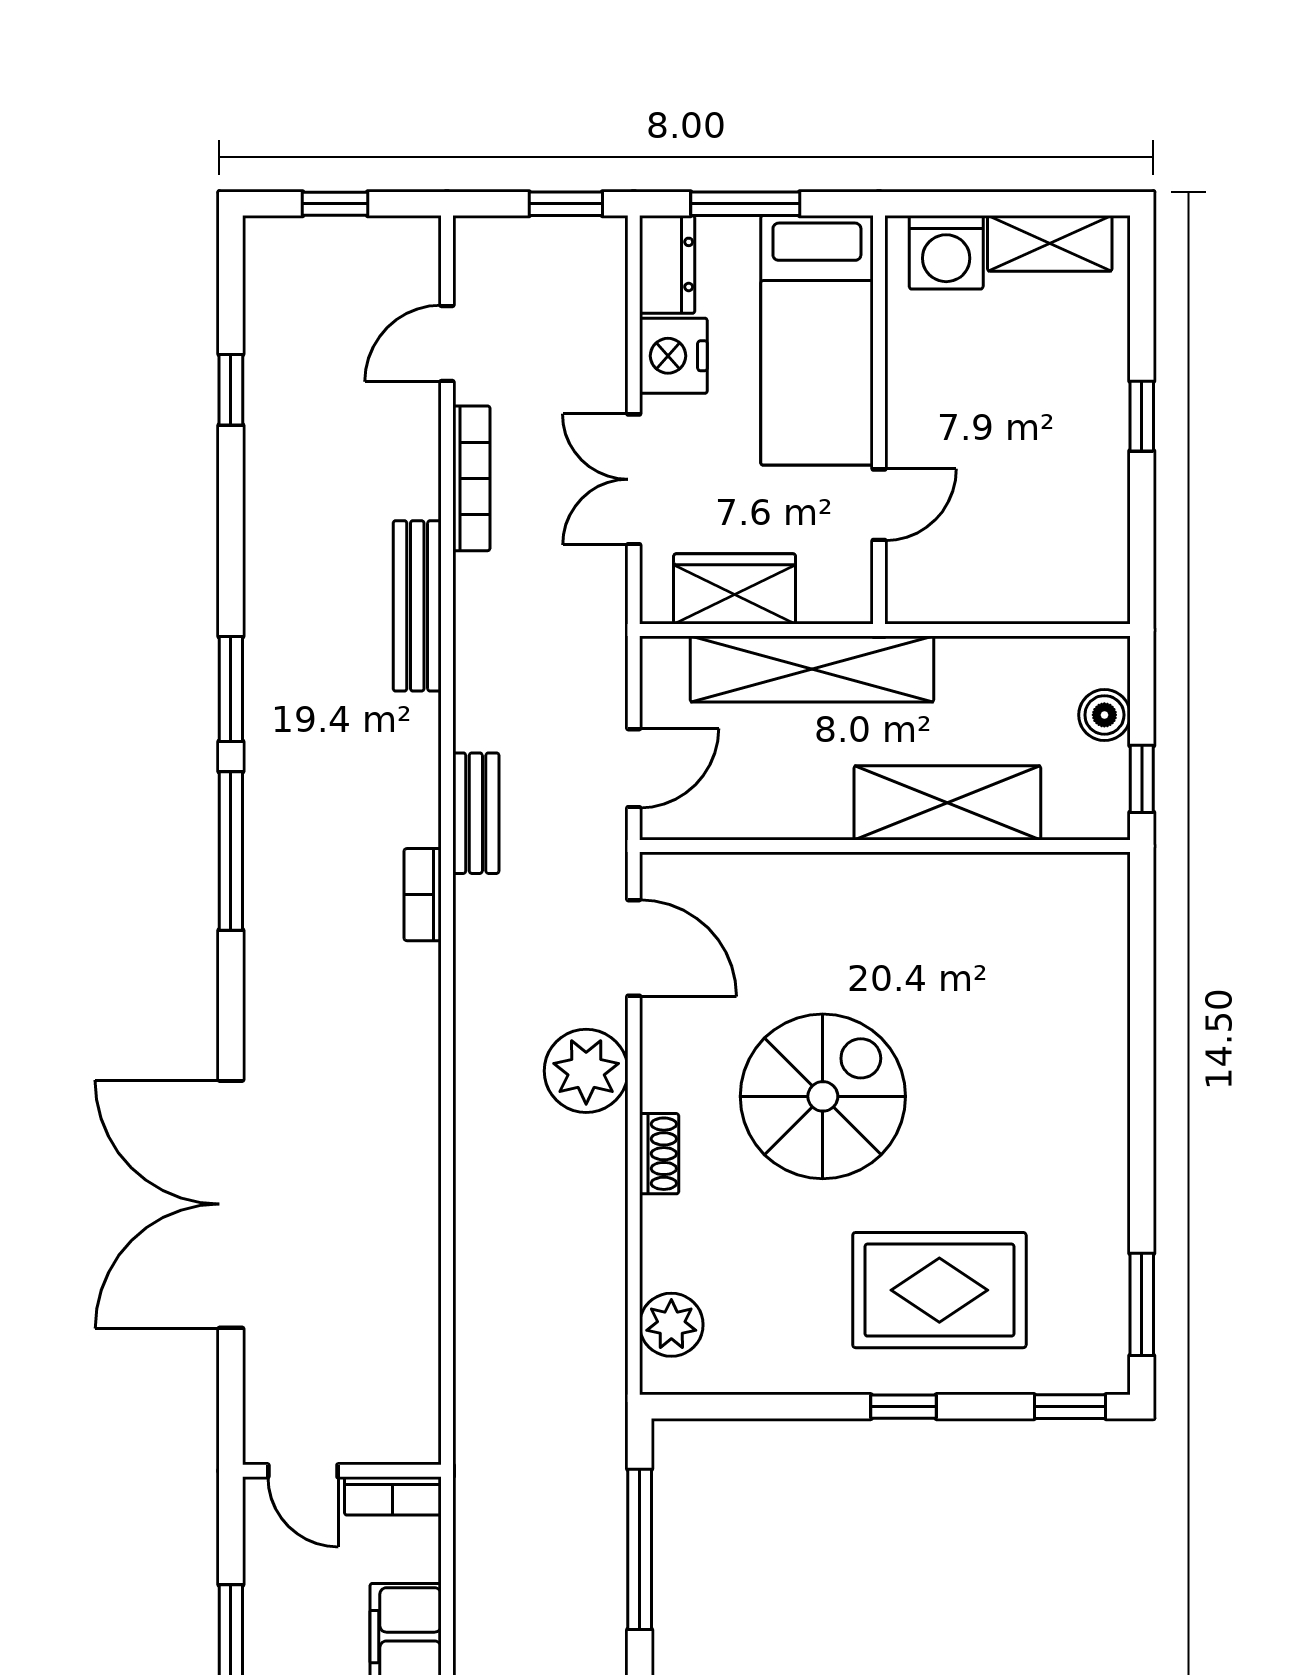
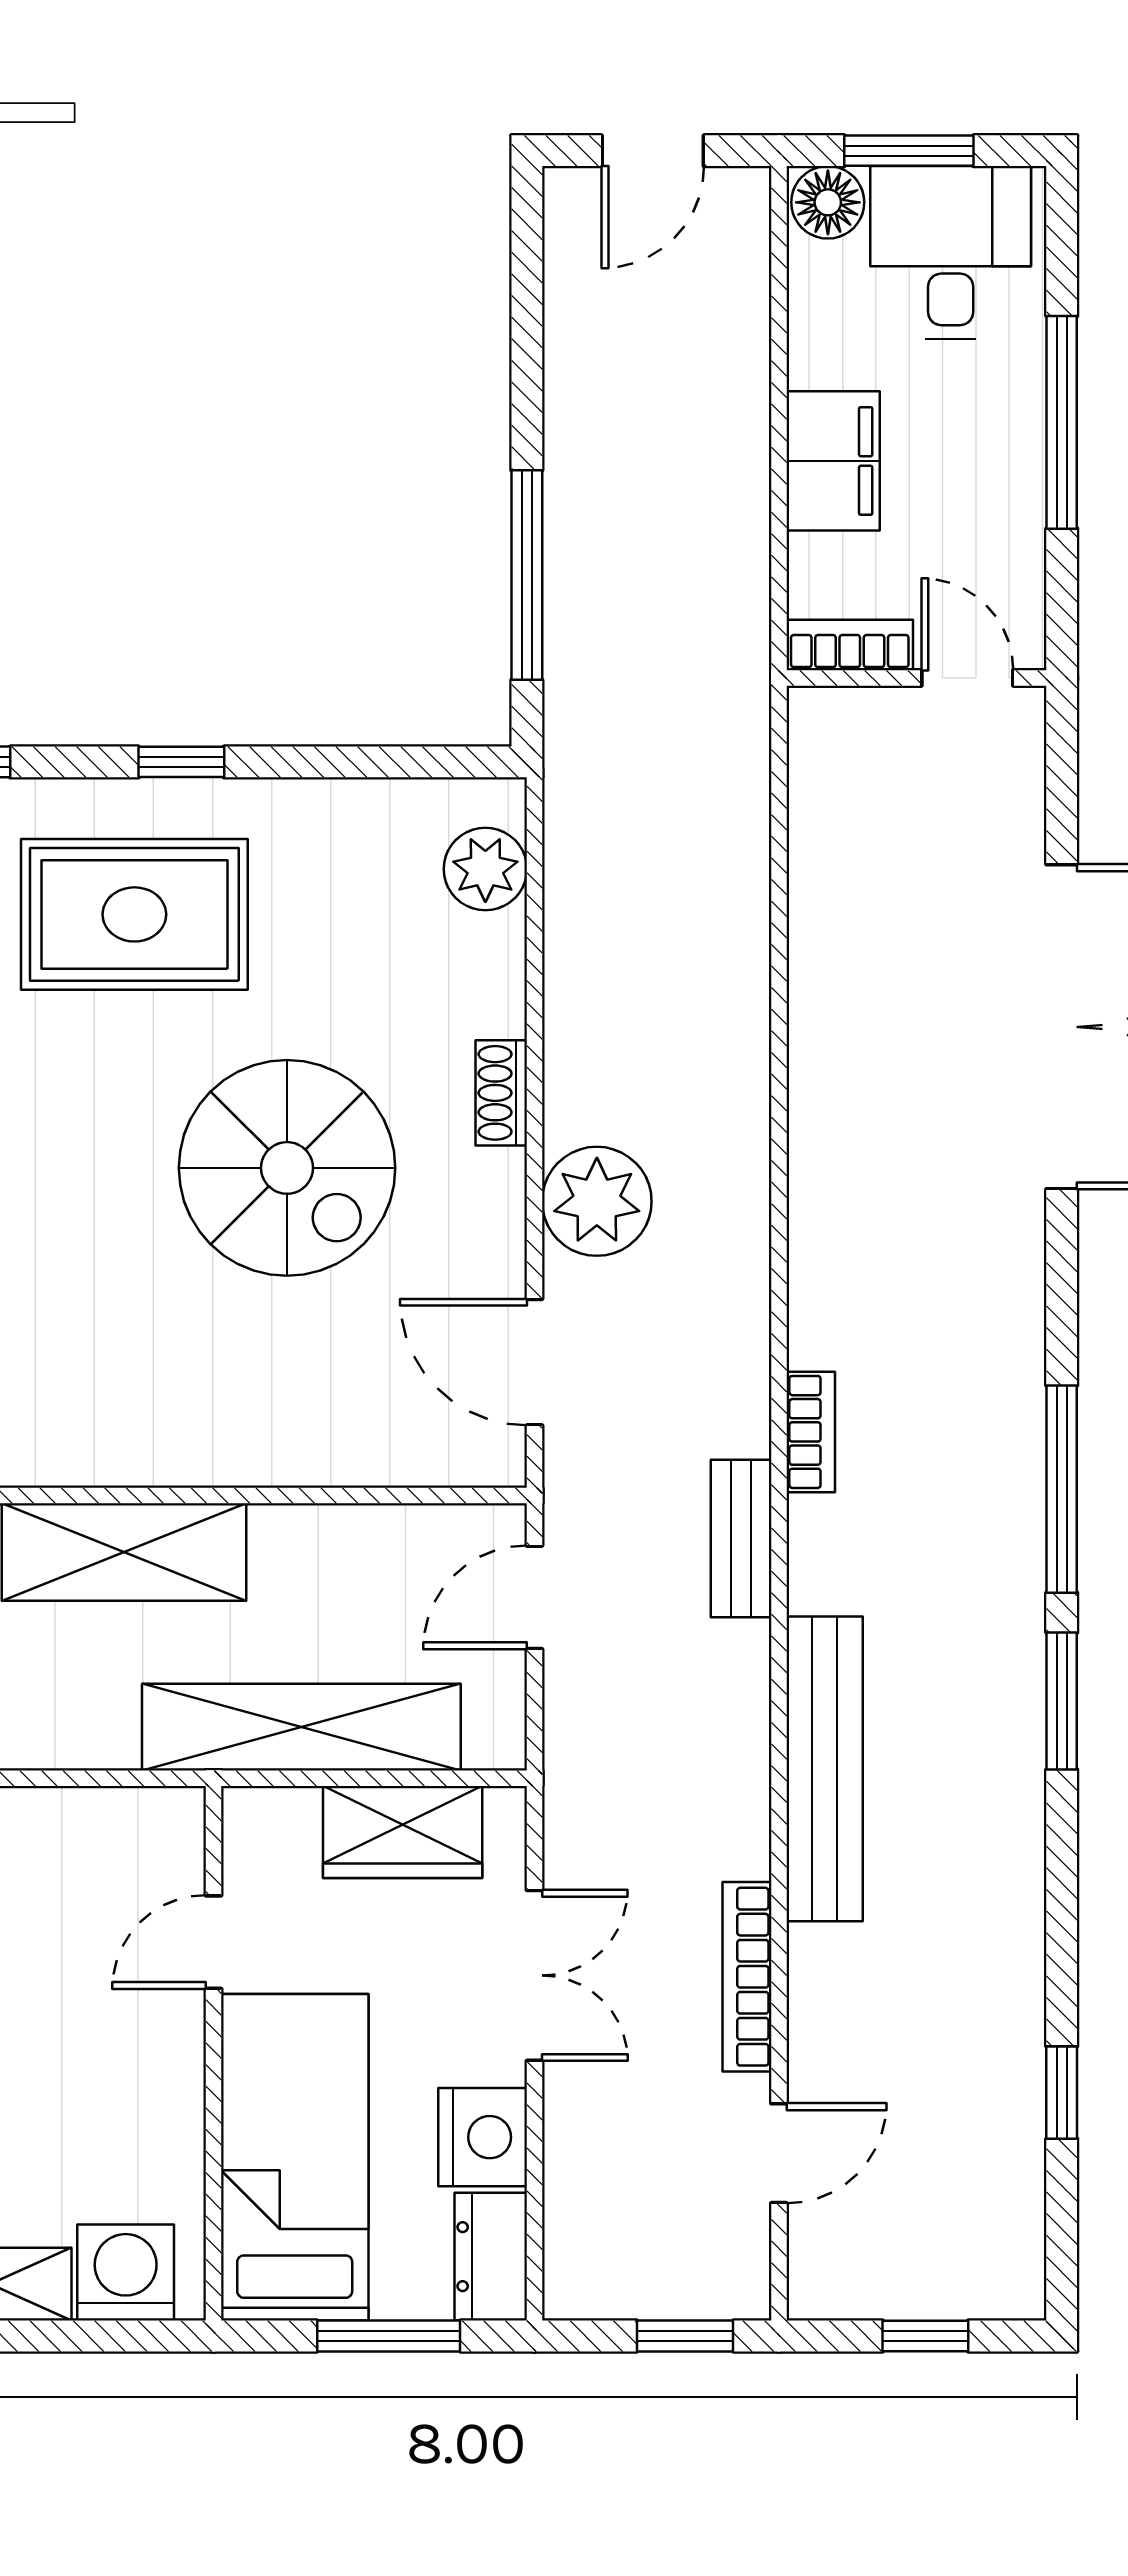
window: (566, 204) -> (685, 2336), moved
bench: (417, 606) -> (825, 1769), width x1.37, depth x1.21
spiral stairs: (823, 1096) -> (287, 1168), turned -90

